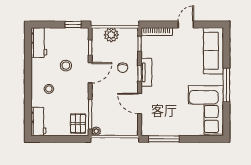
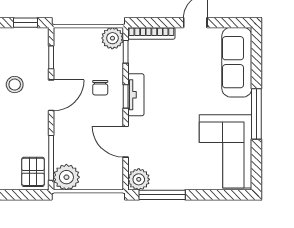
plant: (111, 35) -> (112, 38), moved
plant: (148, 129) -> (139, 179), added
plant: (96, 131) -> (66, 177), width x1.87, depth x1.87

